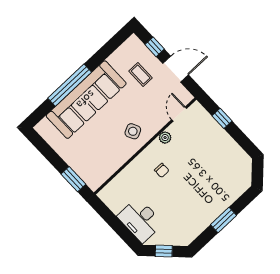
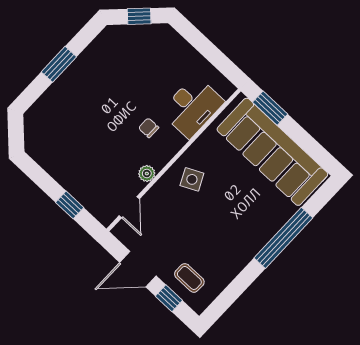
coffee table: (141, 75) -> (189, 278), moved
sofa: (86, 100) -> (272, 152), moved, turned -90
desk: (140, 220) -> (192, 107), moved, turned 90

